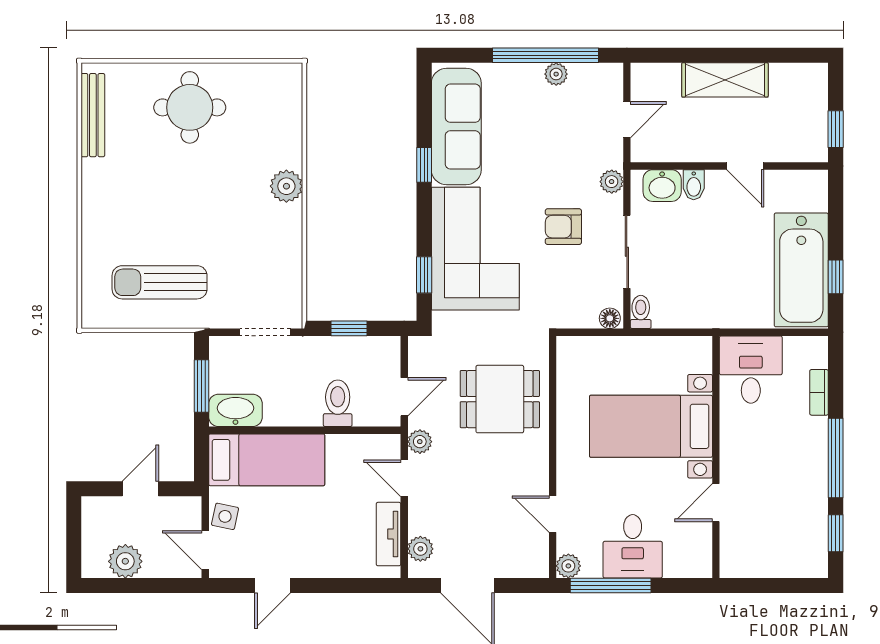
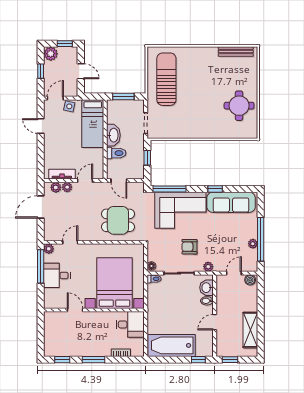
shelving: (725, 80) -> (250, 330), moved
boiler: (643, 81) -> (250, 280), added
round table: (190, 107) -> (239, 106), moved
door: (627, 120) -> (234, 273), swing flipped
plant: (286, 186) -> (206, 132), removed
armchair: (563, 227) -> (190, 247), turned -90
window: (424, 275) -> (169, 189), width x2.17
window: (836, 277) -> (198, 360), moved
sun lounger: (160, 282) -> (166, 79), width x1.36, depth x1.34
dining table: (500, 399) -> (118, 220), turned 90
washbasin: (235, 410) -> (113, 135), moved
bed with nightstands: (651, 426) -> (114, 283), width x1.36
plant: (420, 442) -> (67, 187), moved
window: (836, 458) -> (94, 360), width x0.69
window: (74, 527) -> (65, 44), added
plant: (125, 561) -> (51, 54), moved
window: (140, 585) -> (41, 71), added

